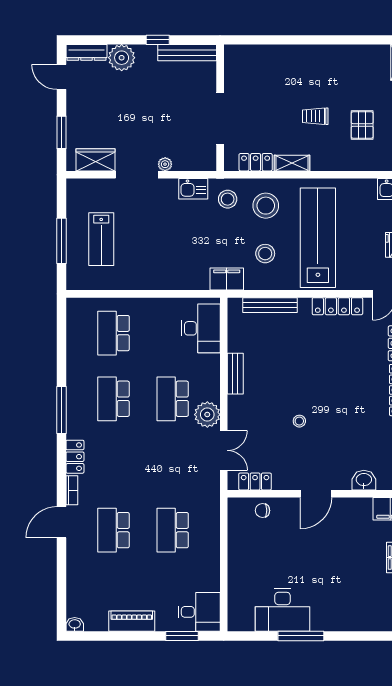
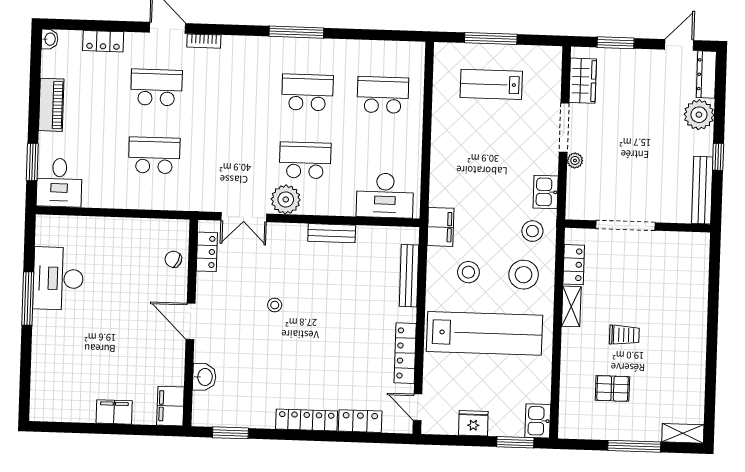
trolley: (315, 116) -> (624, 335), turned 90
locker: (75, 457) -> (103, 41), moved
chair: (262, 510) -> (173, 259), turned -65

